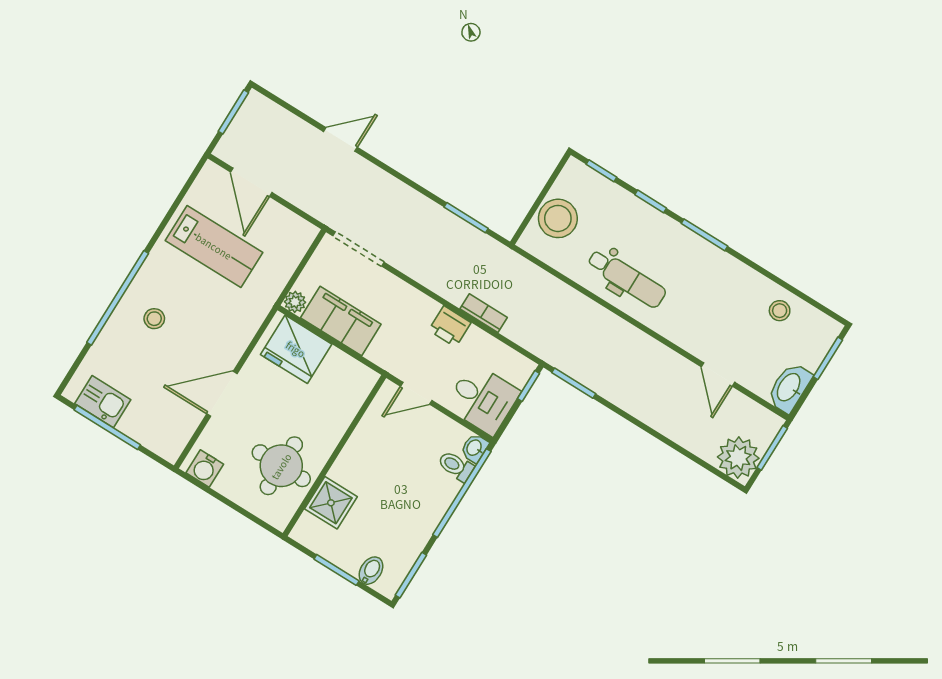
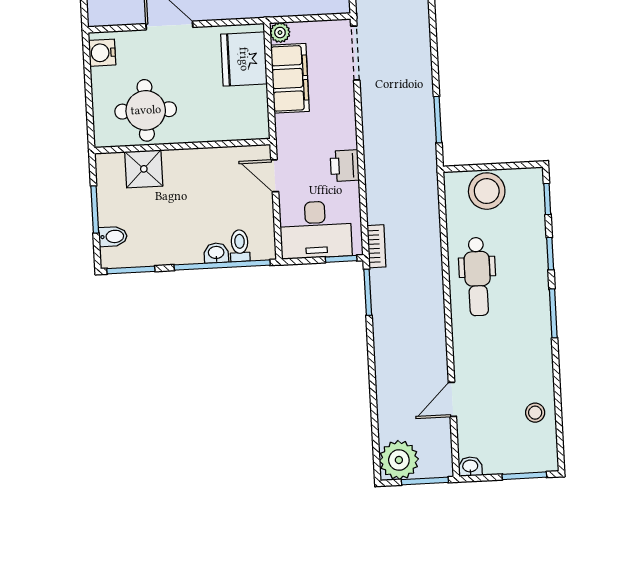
bookcase: (484, 313) -> (376, 246), moved
washbasin: (789, 388) -> (470, 467), width x0.52, depth x0.69
desk: (482, 399) -> (316, 230), width x1.37
washbasin: (475, 448) -> (216, 253), moved

